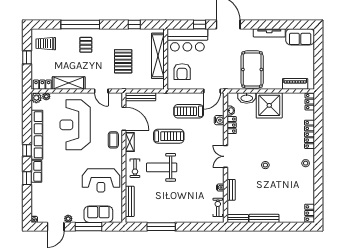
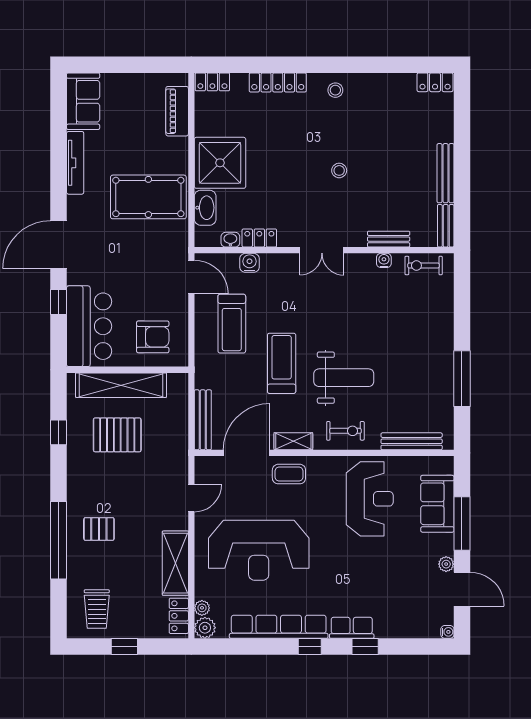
pallet: (123, 61) -> (117, 435), moved
weight bench: (162, 167) -> (344, 378), turned -90

